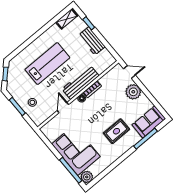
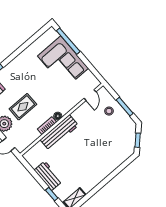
lab bench: (47, 64) -> (94, 152), removed
door: (63, 108) -> (90, 95), moved
rug: (116, 131) -> (23, 107), moved
plant: (87, 177) -> (51, 34), removed

